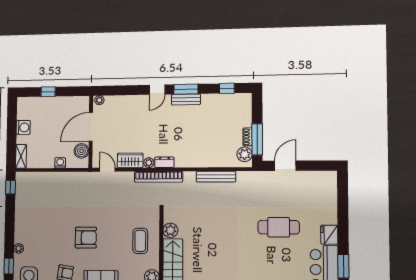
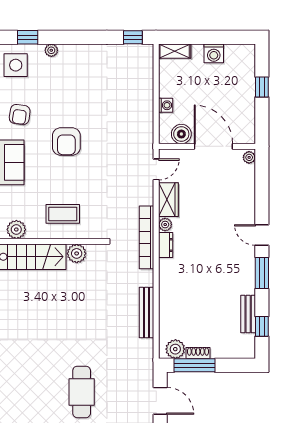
bench: (186, 100) -> (248, 314), moved

